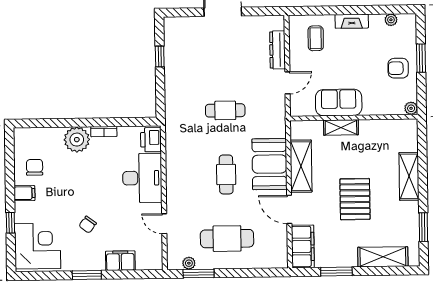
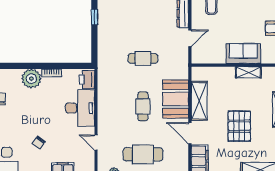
sofa: (339, 103) -> (243, 54), moved
shelving: (341, 127) -> (248, 72), moved

